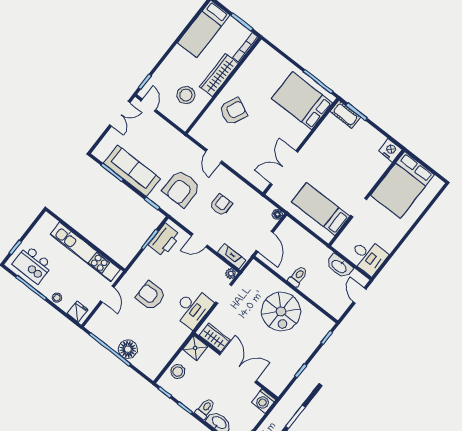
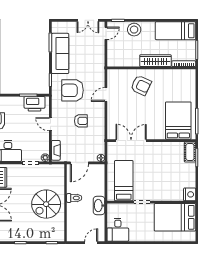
stool: (186, 95) -> (134, 30), moved
washbasin: (339, 266) -> (99, 206), moved

